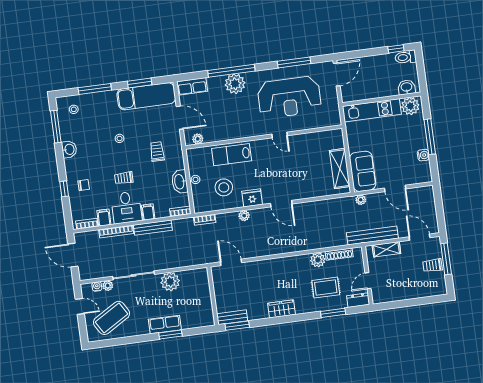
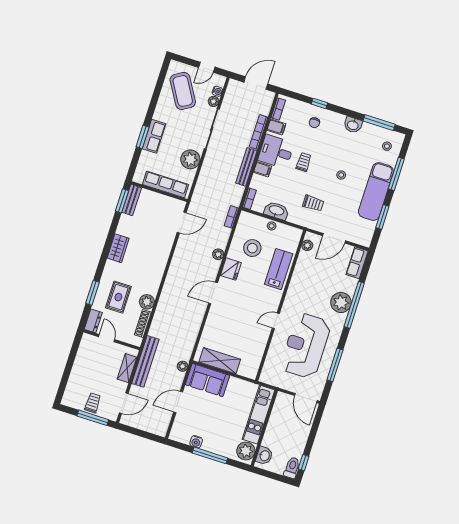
exam couch: (146, 96) -> (376, 192), moved
row of seats: (204, 293) -> (166, 184), added

